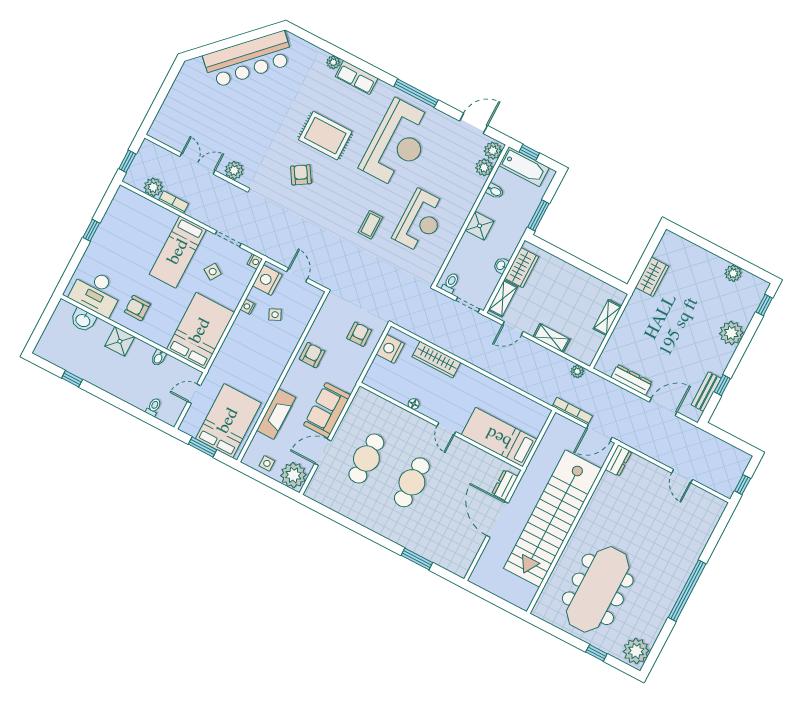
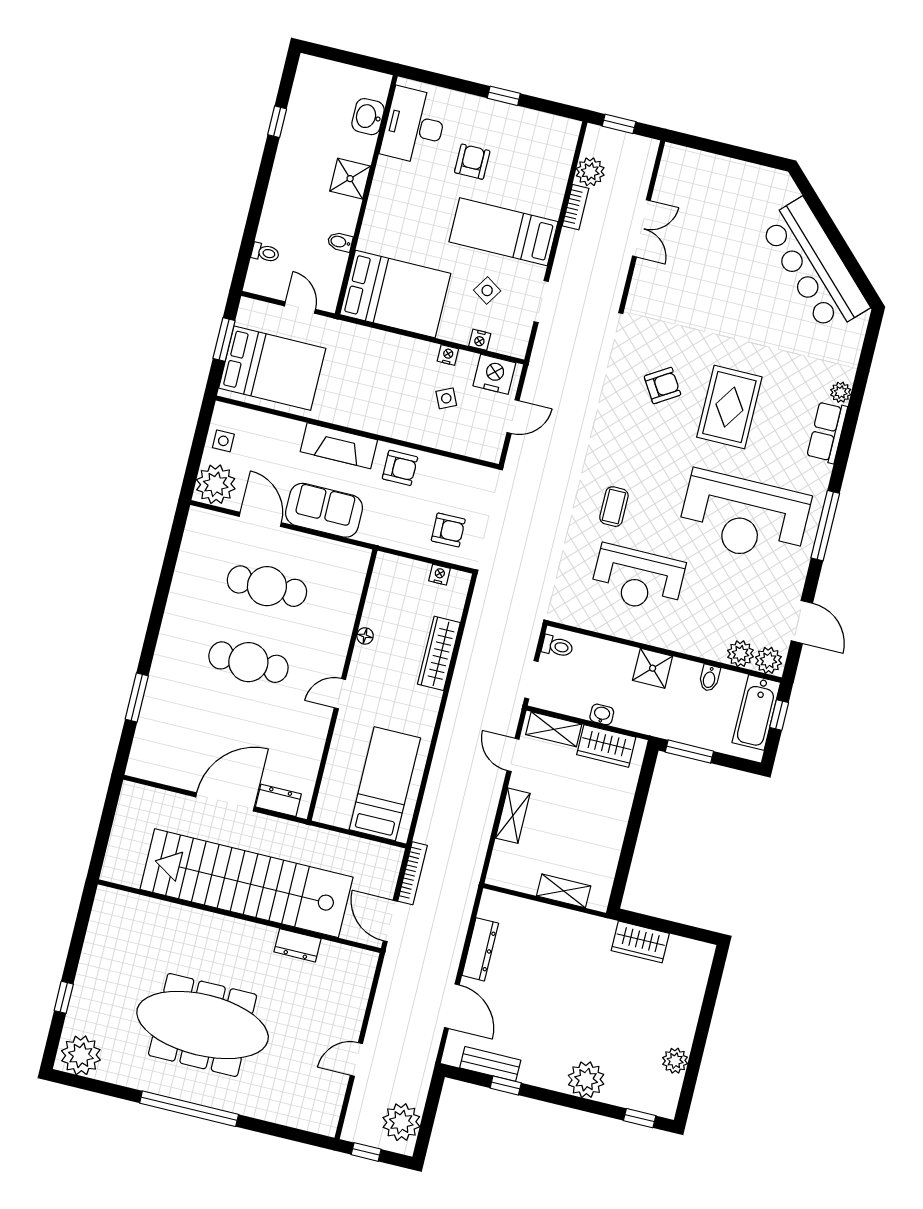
plant: (234, 170) -> (645, 285), removed
coffee table: (370, 225) -> (614, 507), turned 90
nightstand: (255, 261) -> (480, 340), moved
armchair: (137, 308) -> (472, 162), moved
nightstand: (390, 349) -> (439, 575), width x0.53, depth x0.56
plant: (577, 371) -> (401, 1122), moved, width x1.87, depth x1.87
fireplace: (276, 414) -> (339, 446), moved
bed: (499, 437) -> (385, 784), moved
dresser: (618, 461) -> (298, 945), moved
meeting table: (598, 589) -> (203, 1025), moved

